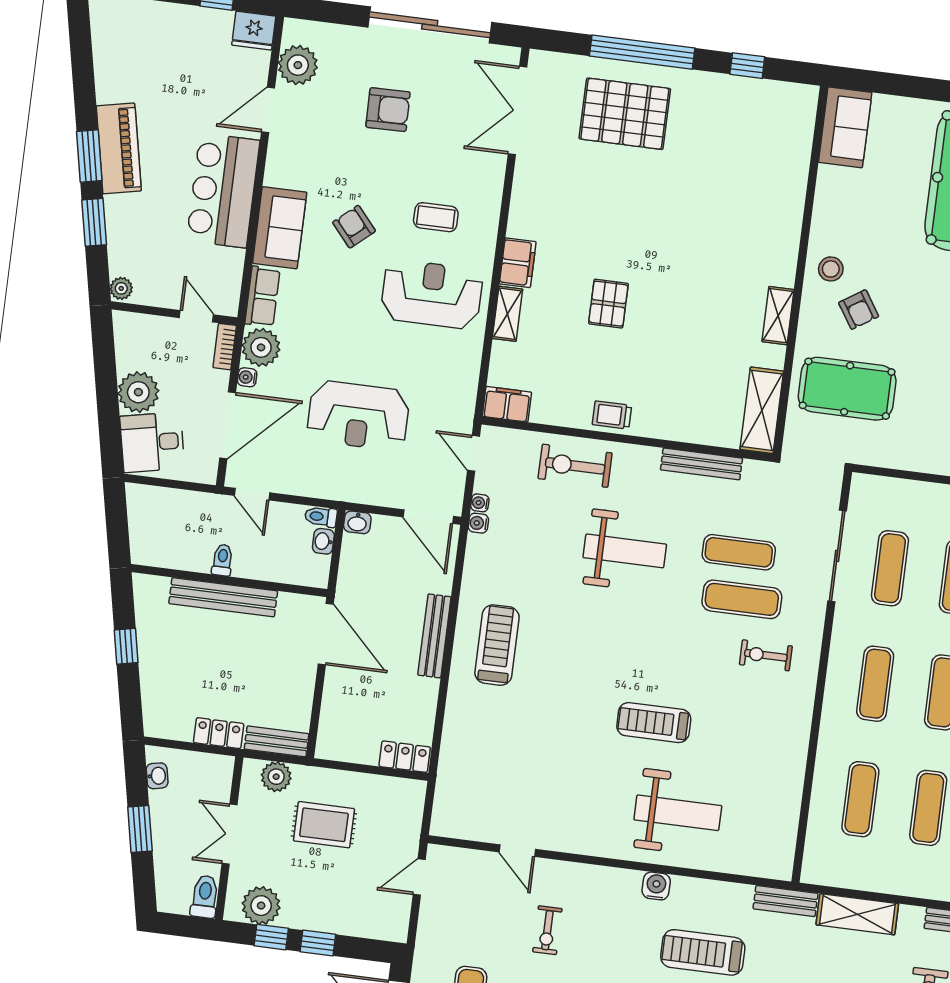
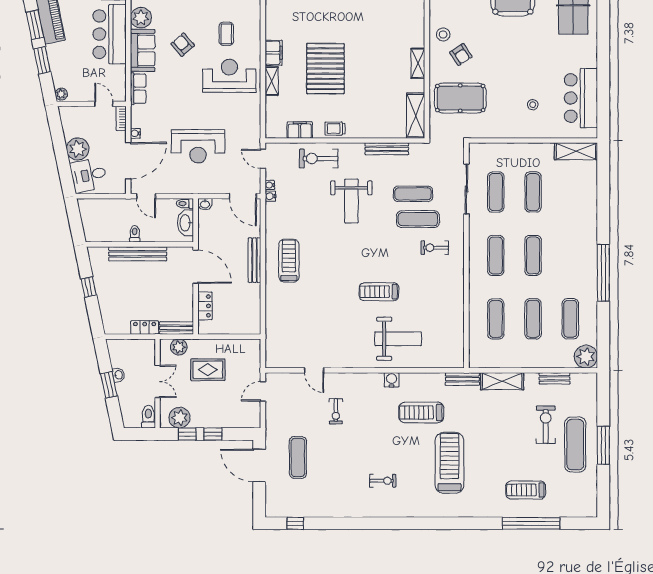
coffee table: (436, 217) -> (226, 34), turned 90
pallet: (608, 304) -> (325, 69), width x2.05, depth x2.00
plant: (261, 347) -> (141, 18), moved
filing cabinet: (507, 404) -> (300, 130), moved
washbasin: (323, 541) -> (185, 223), width x1.91, depth x1.45
weight bench: (625, 551) -> (351, 201), turned 90
locker: (405, 757) -> (205, 306), moved, turned 90
washbasin: (157, 776) -> (118, 375), moved
double door: (230, 834) -> (158, 381), swing flipped

